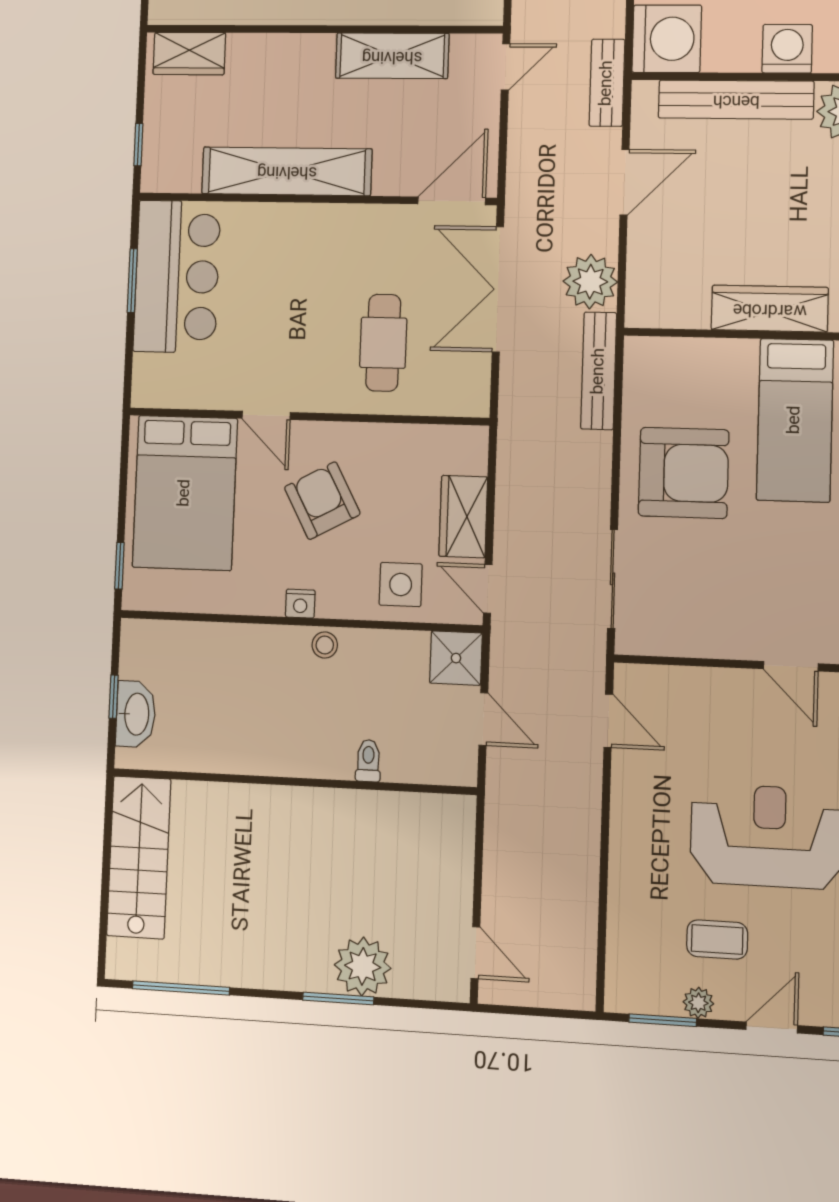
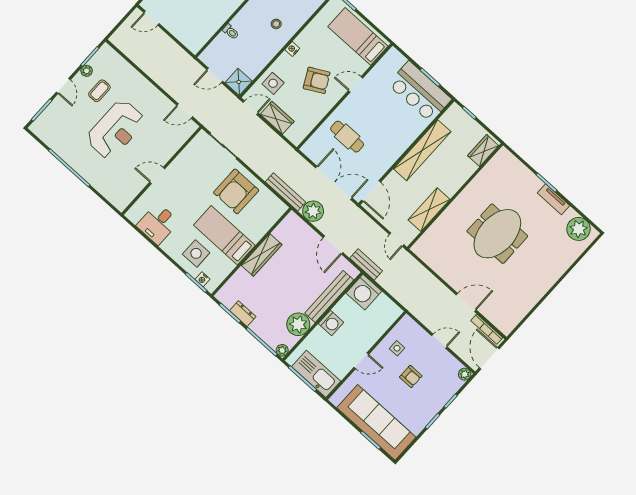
bed: (185, 493) -> (358, 36), width x0.67
stool: (325, 645) -> (276, 24), moved

